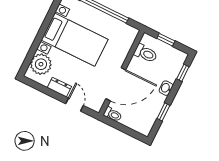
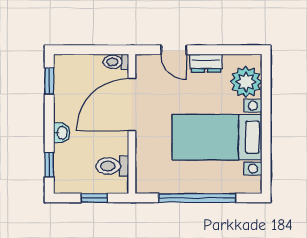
window: (163, 112) -> (49, 81), moved

